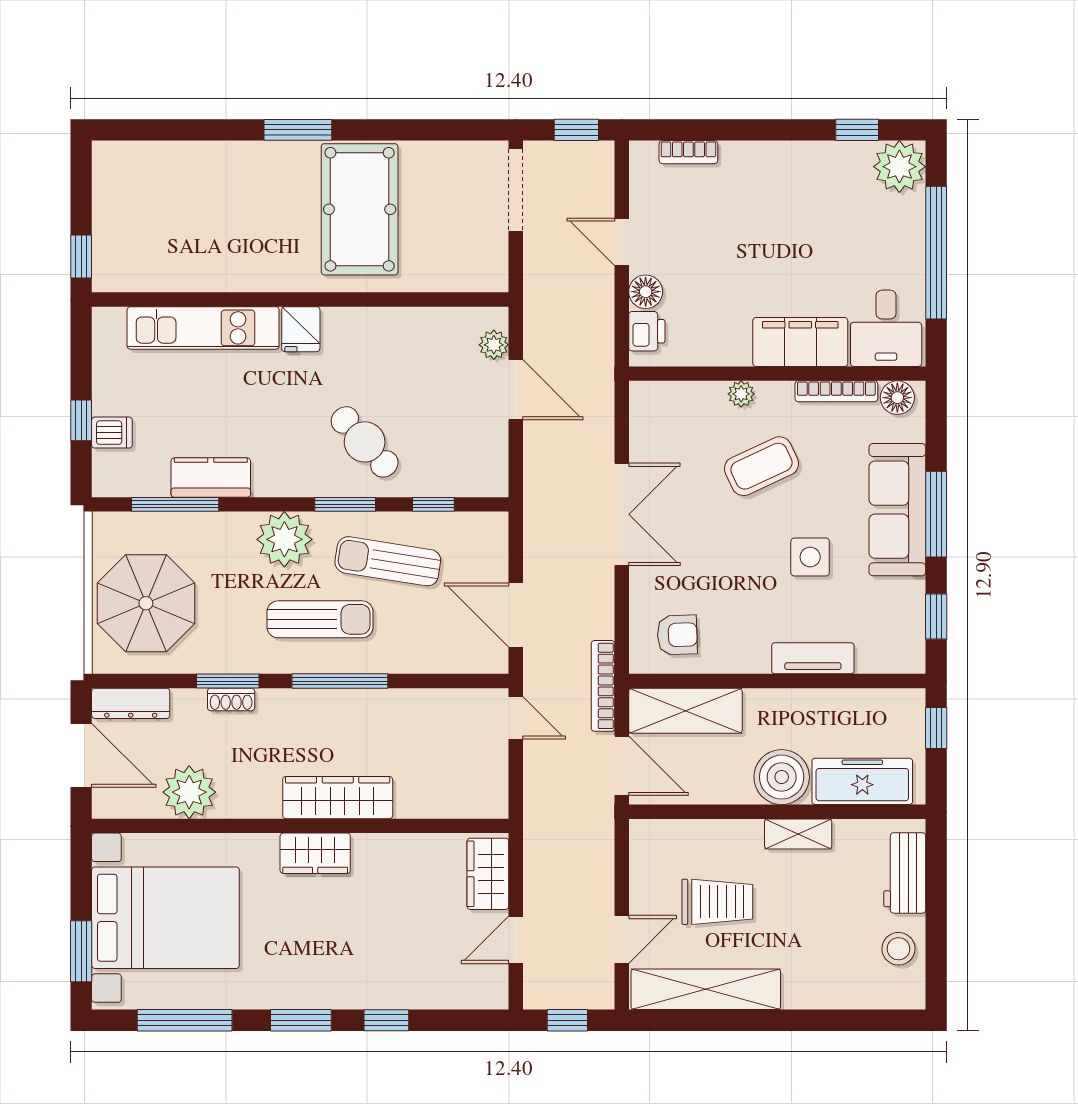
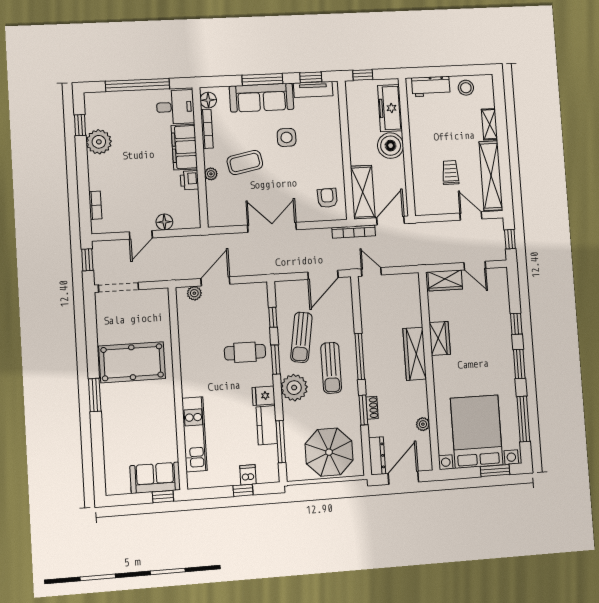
plant: (899, 167) -> (99, 142), moved
sofa: (120, 243) -> (155, 478), added
fridge: (301, 329) -> (263, 396), moved, turned 180
printer: (647, 331) -> (189, 180), moved, turned -90
cafe table: (365, 442) -> (245, 352), turned 42
coffee table: (761, 466) -> (245, 162), turned -76
sun lounger: (320, 619) -> (331, 368), turned 180
tv unit: (813, 658) -> (313, 89), moved, turned -90
door: (516, 718) -> (371, 272), hinge flipped
plant: (189, 792) -> (423, 424), width x0.53, depth x0.53
shelving: (798, 834) -> (490, 124), moved
wardrobe: (315, 853) -> (440, 338), moved
trolley: (717, 902) -> (450, 173), width x0.73, depth x0.72

